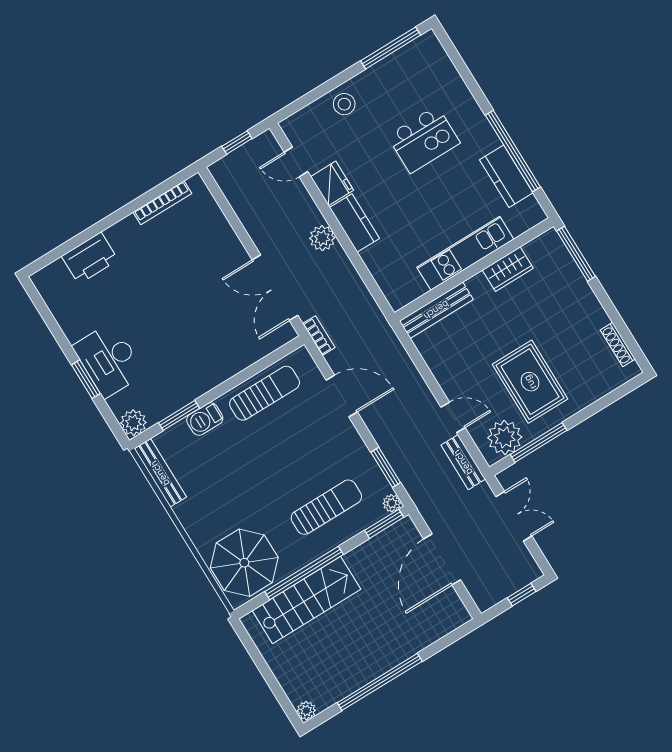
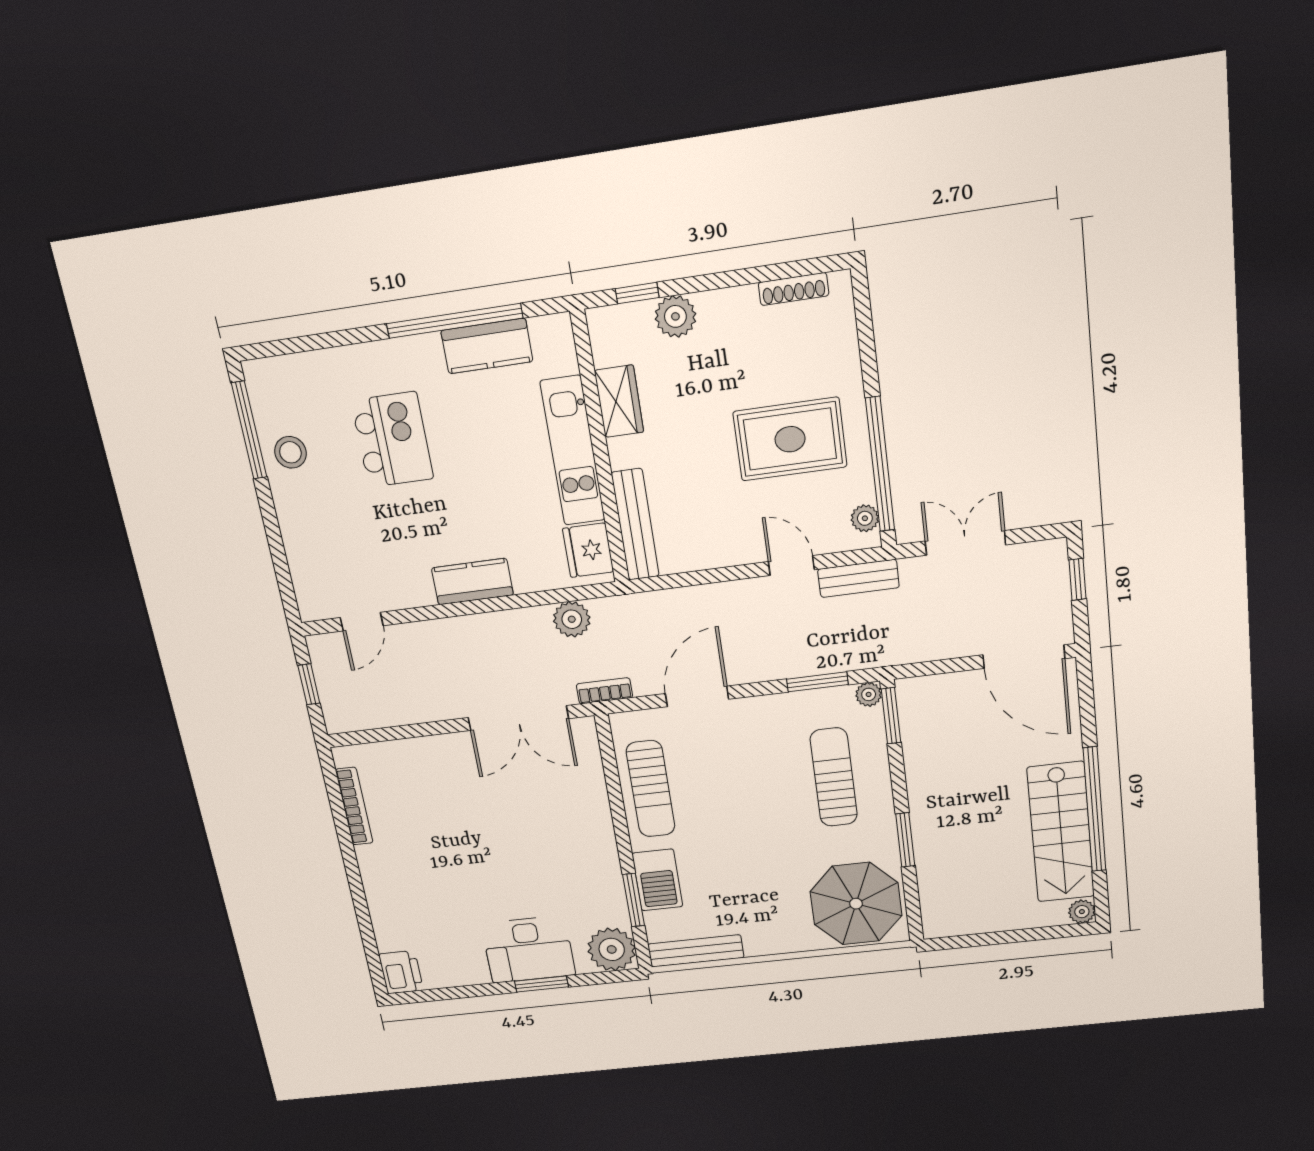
stool: (344, 104) -> (290, 452), moved
fridge: (332, 183) -> (588, 550), moved, turned -90
plant: (322, 238) -> (572, 619), moved
window: (576, 254) -> (637, 293), width x0.46
printer: (90, 258) -> (401, 972), moved, width x0.73, depth x0.84
plant: (572, 282) -> (675, 316), added
sun lounger: (265, 393) -> (651, 789), turned 180
door: (453, 417) -> (791, 566), hinge flipped
barbecue: (205, 419) -> (657, 880), width x1.38, depth x1.27
plant: (133, 423) -> (612, 949), width x1.36, depth x1.36
plant: (505, 437) -> (865, 518), width x0.53, depth x0.53
window: (539, 442) -> (880, 464), width x1.46
door: (442, 559) -> (1024, 657), moved
window: (304, 573) -> (905, 840), width x0.47
stairs: (306, 600) -> (1061, 832), moved, turned 180

